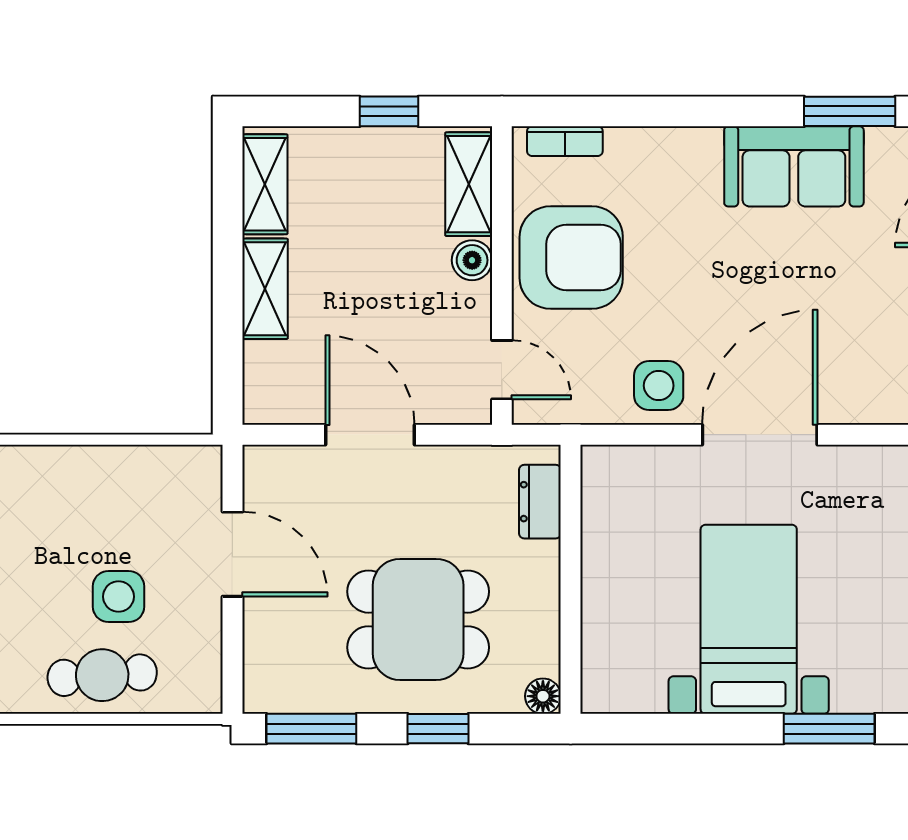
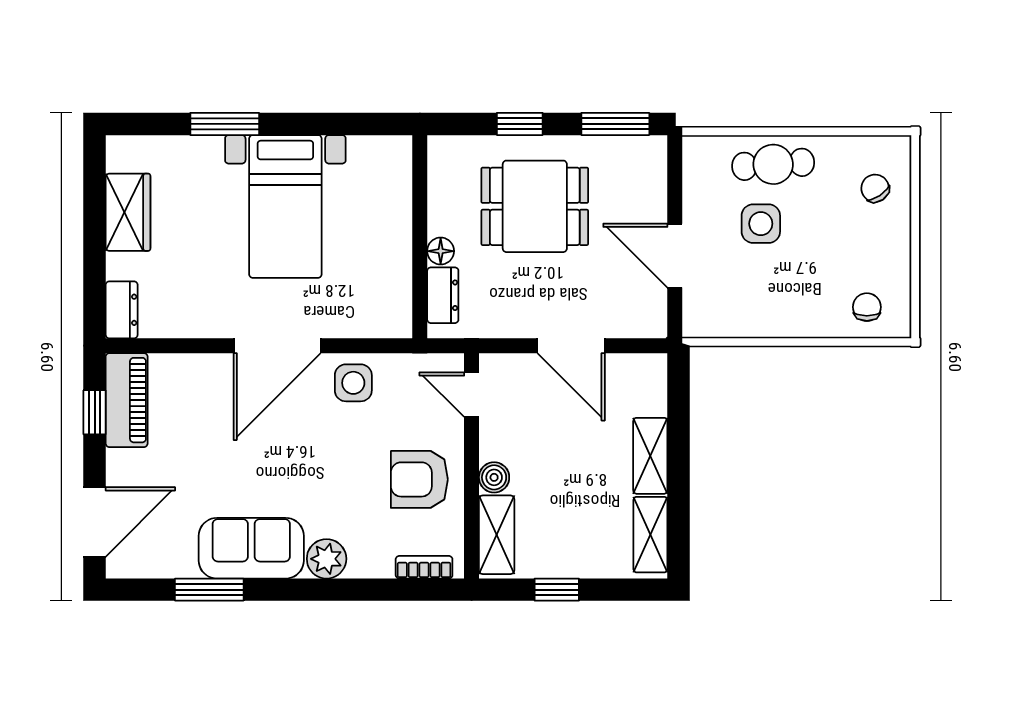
plant: (694, 152) -> (327, 559), added
armchair: (571, 257) -> (419, 479), width x0.73, depth x0.73
floor lamp: (543, 696) -> (441, 251), moved

